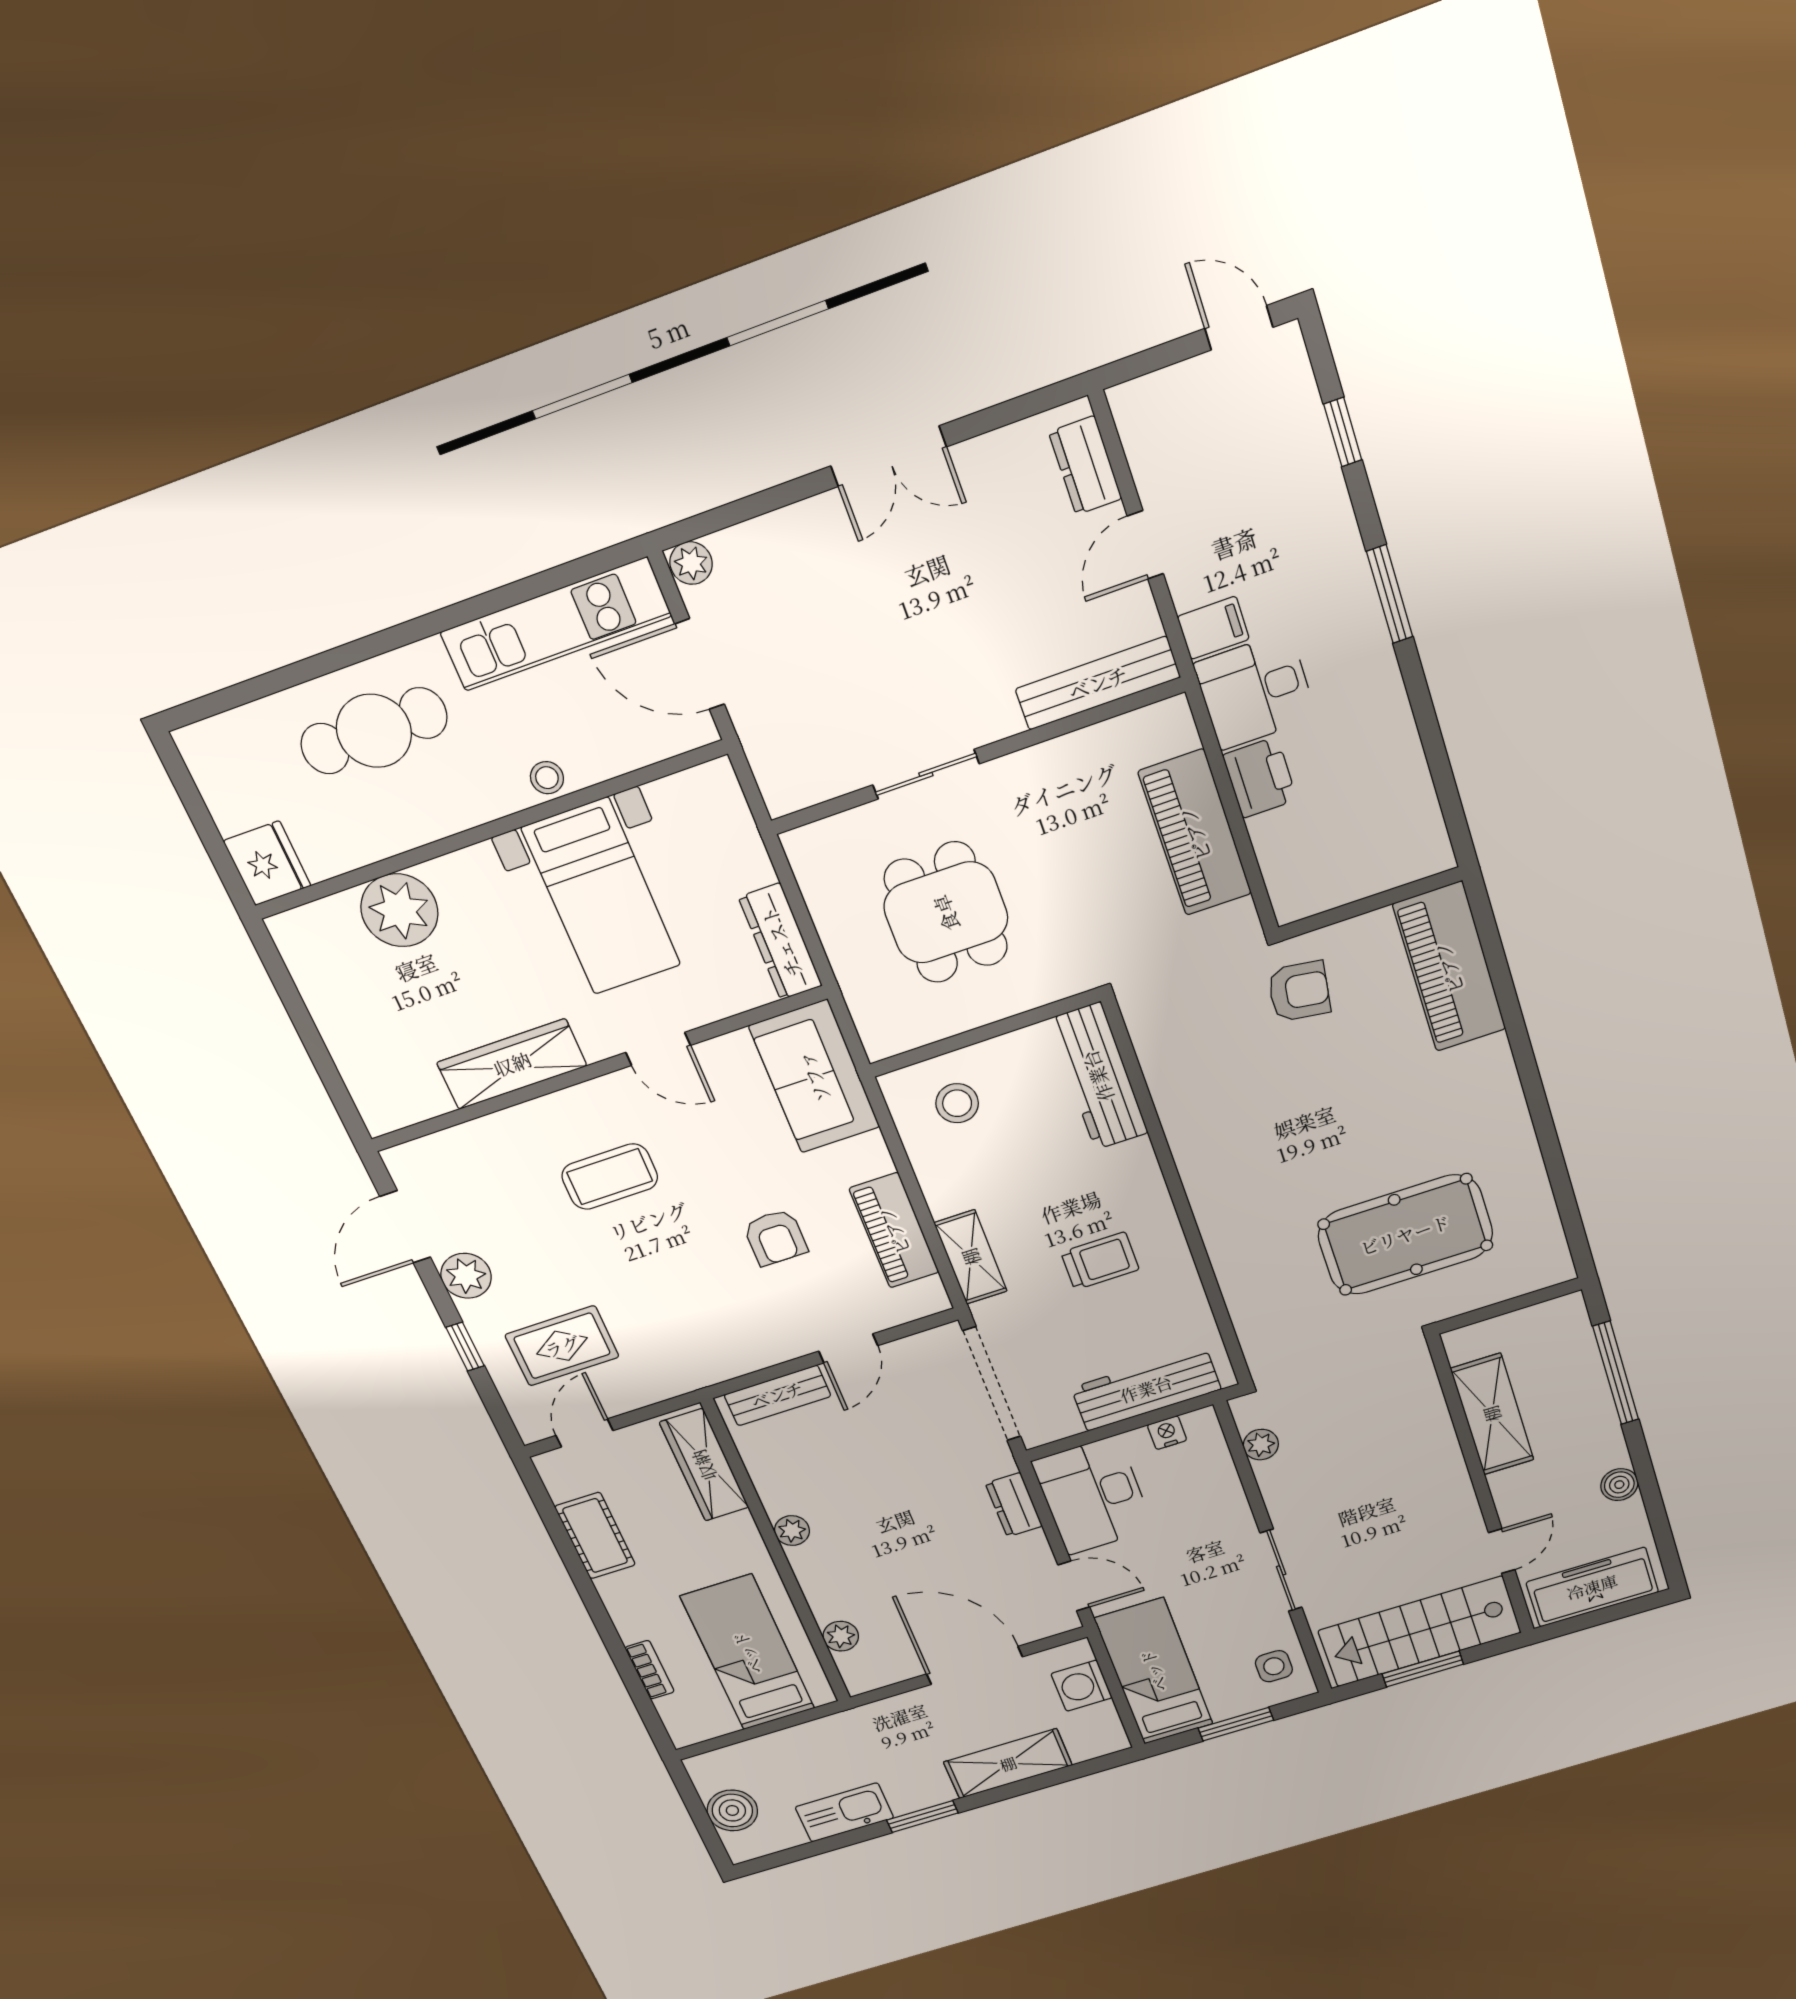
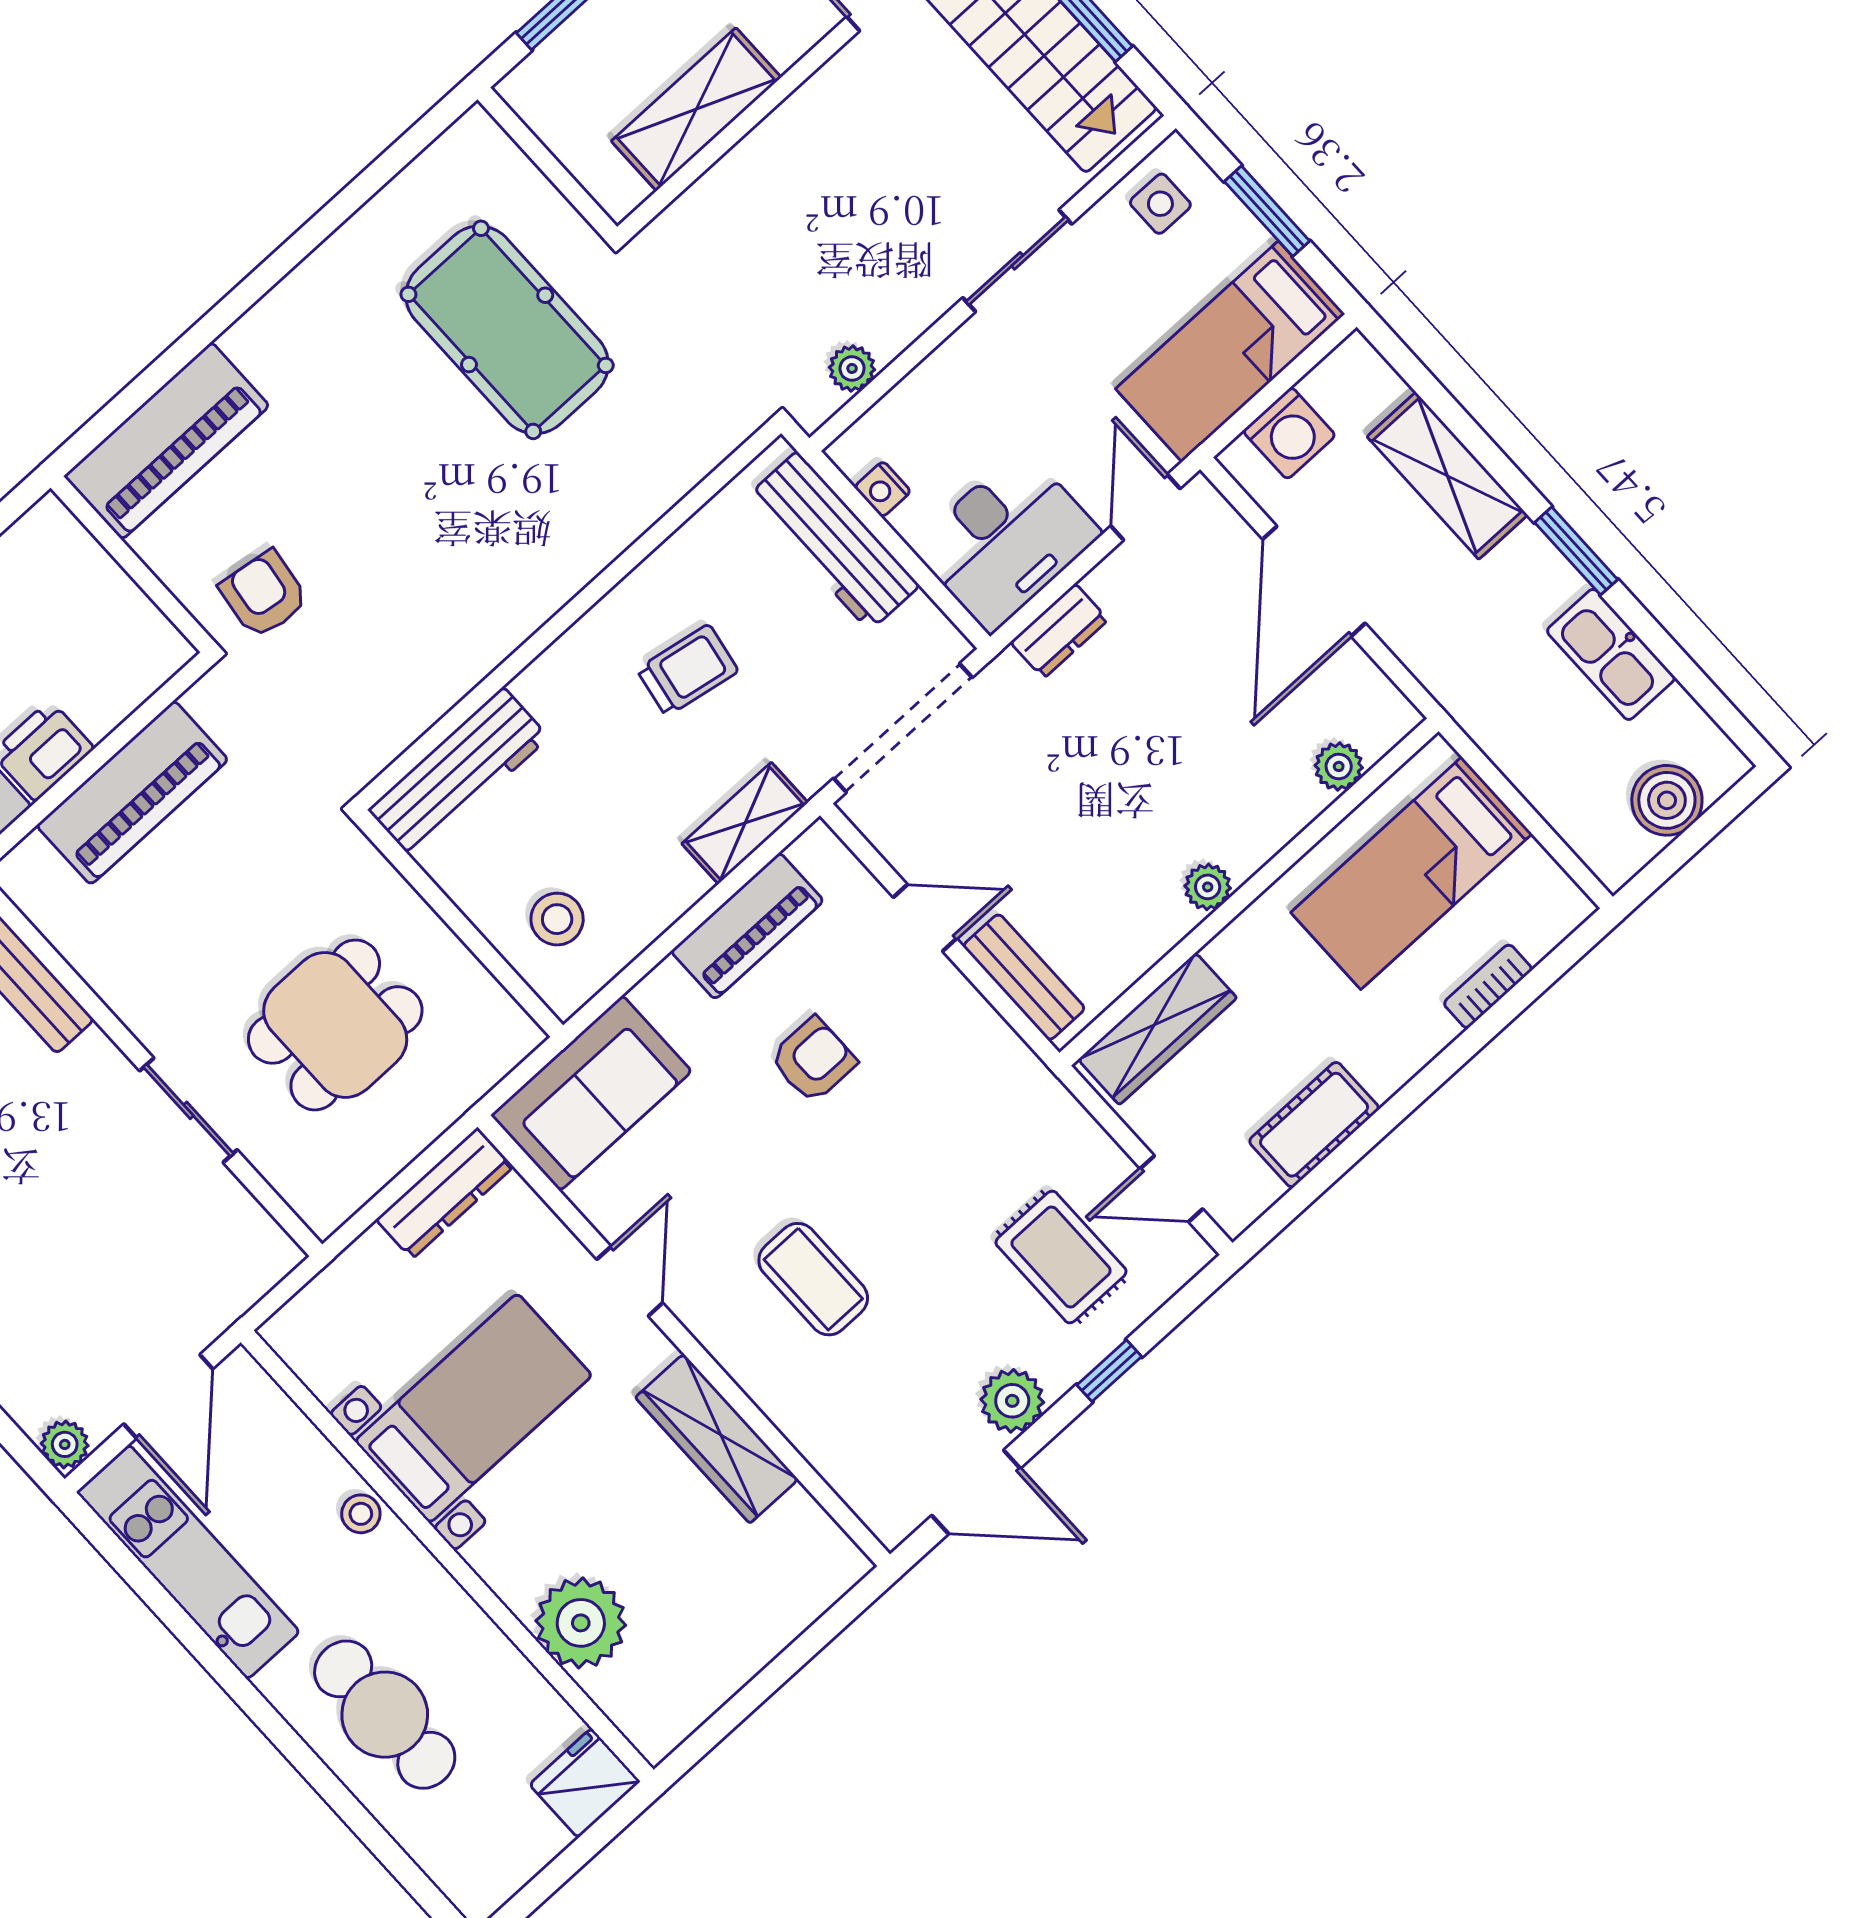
trolley: (1100, 1261) -> (688, 670), turned 100

